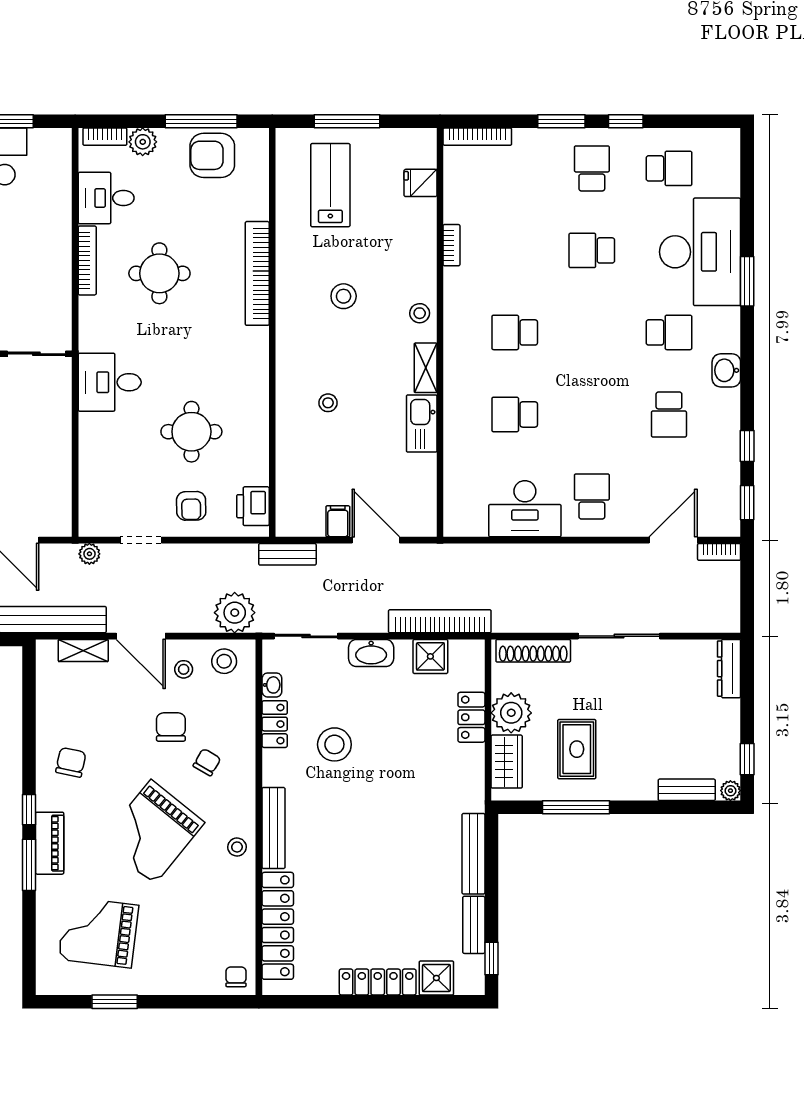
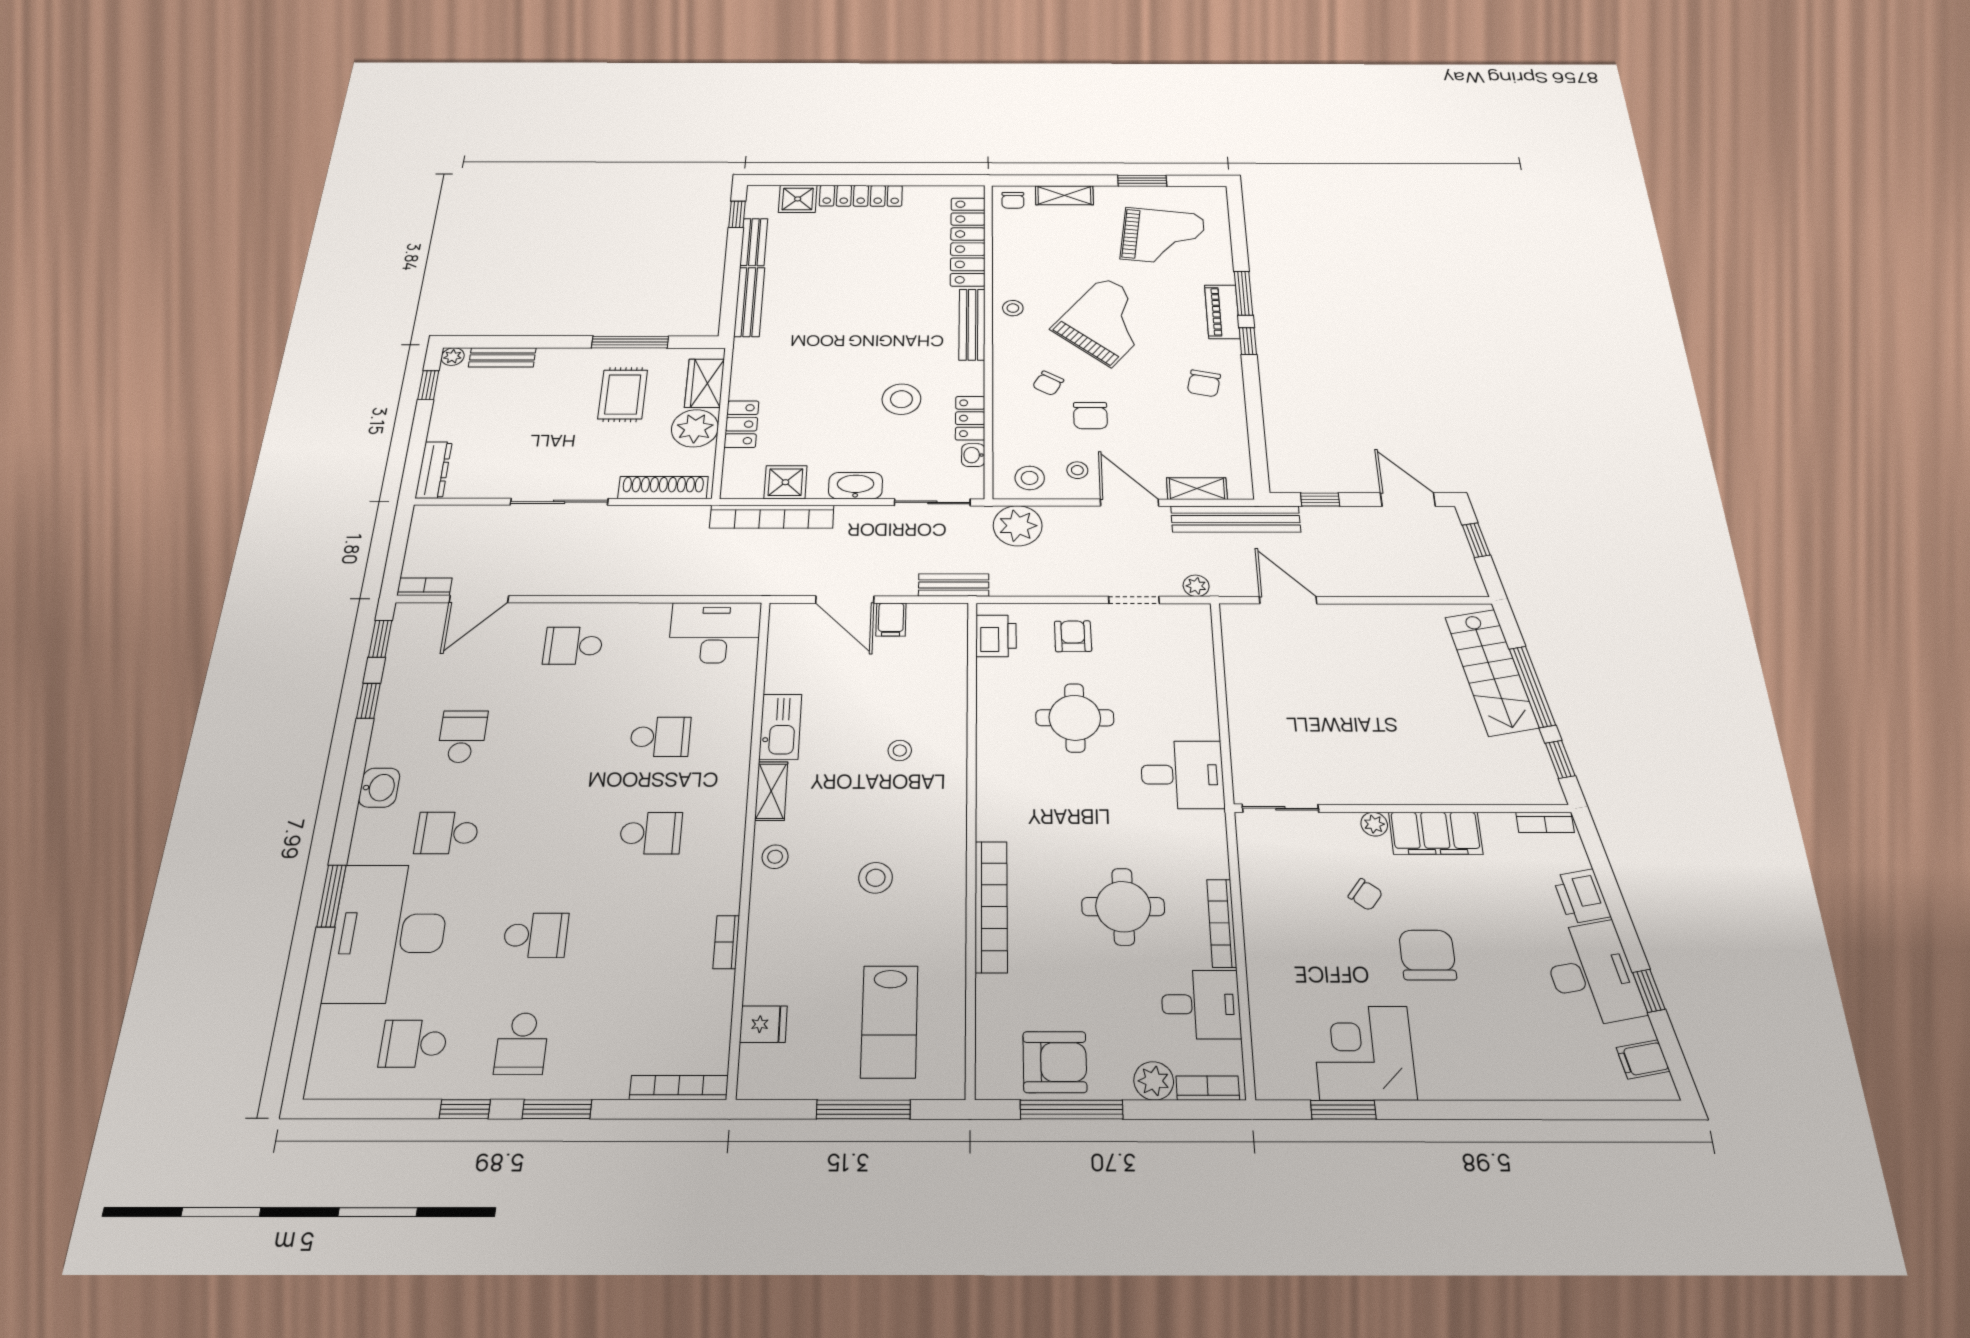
school desk: (592, 496) -> (573, 646), turned 90
desk: (525, 509) -> (715, 633), moved
shelving: (188, 983) -> (1064, 195), added

